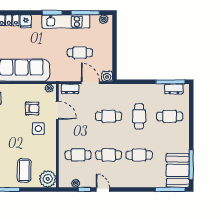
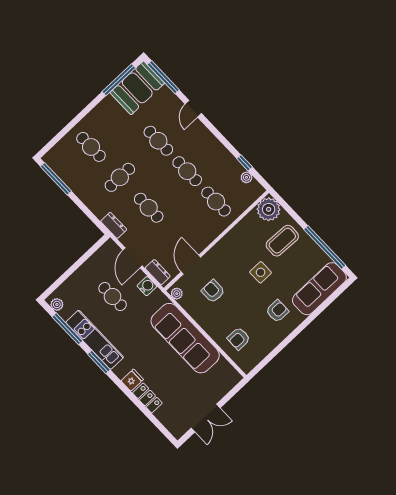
water cooler: (107, 76) -> (147, 286), moved
dresser: (174, 89) -> (114, 225), moved
side table: (38, 129) -> (261, 272), moved
door: (103, 189) -> (193, 109), moved

